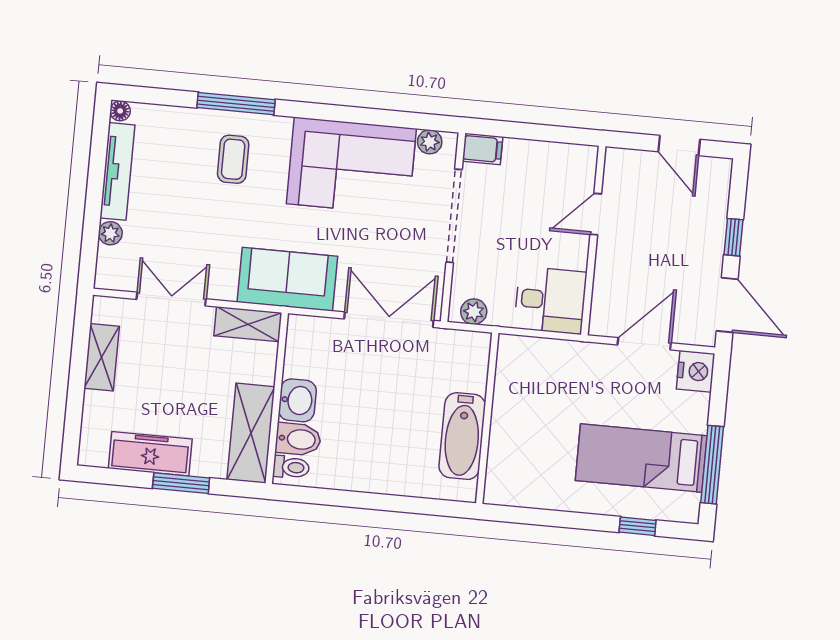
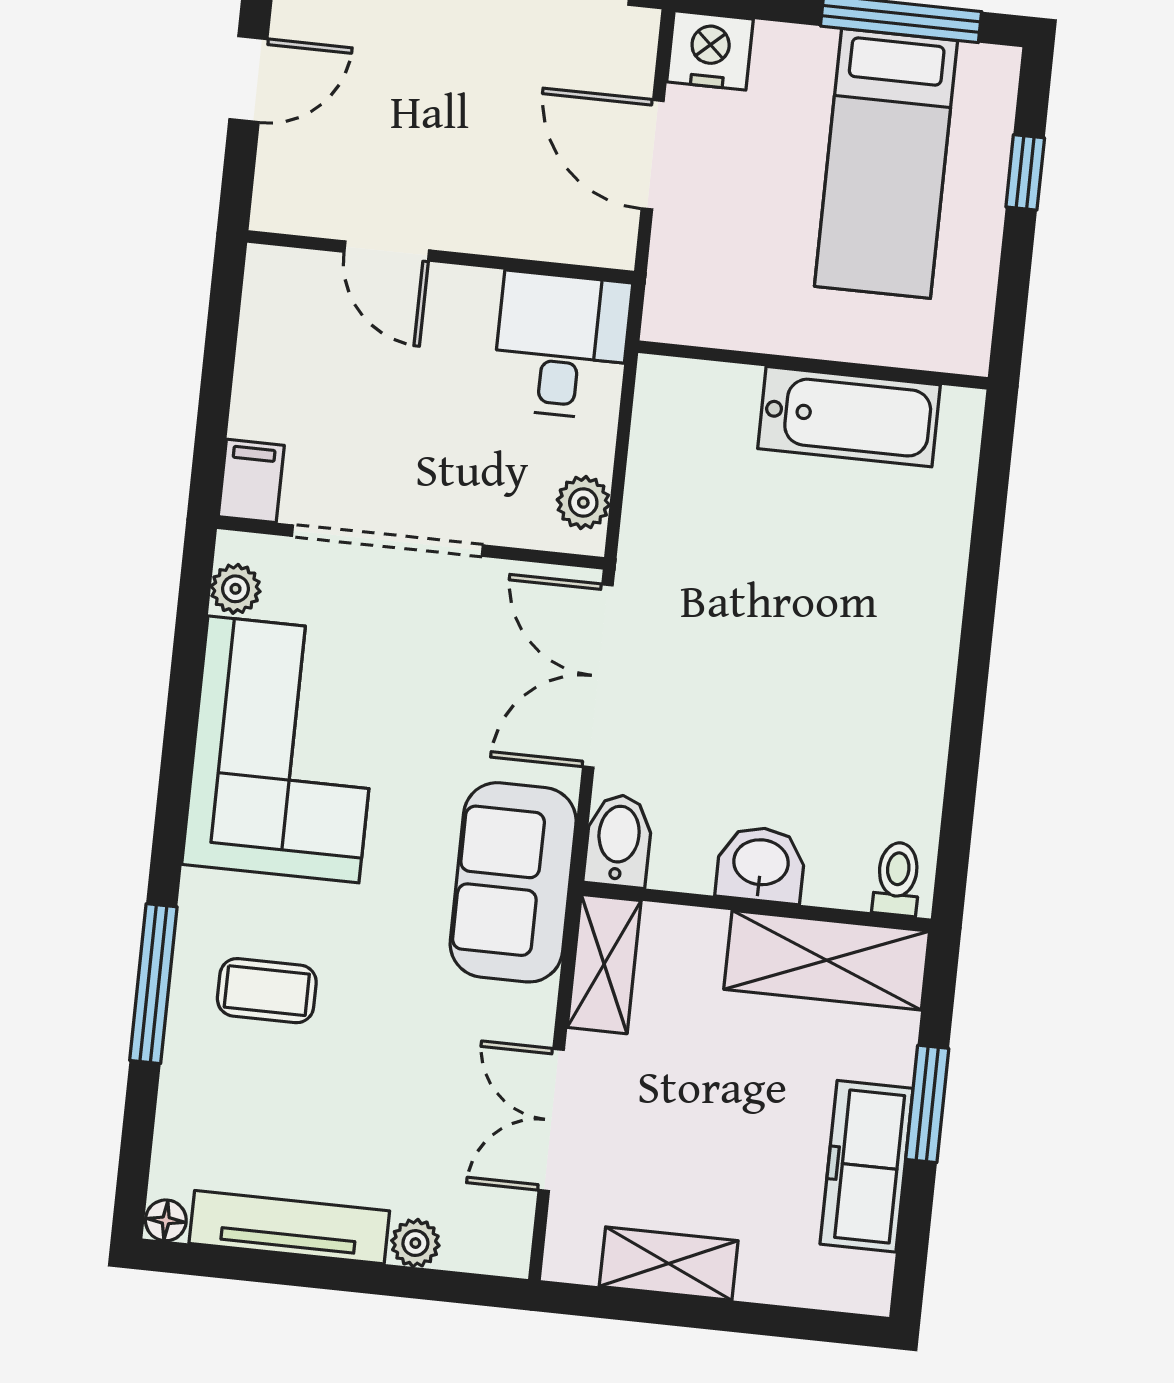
wall: (487, 418) -> (813, 365), moved
bathtub: (462, 436) -> (849, 417), moved
bidet: (298, 439) -> (618, 840), moved

